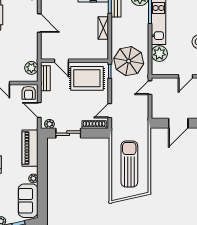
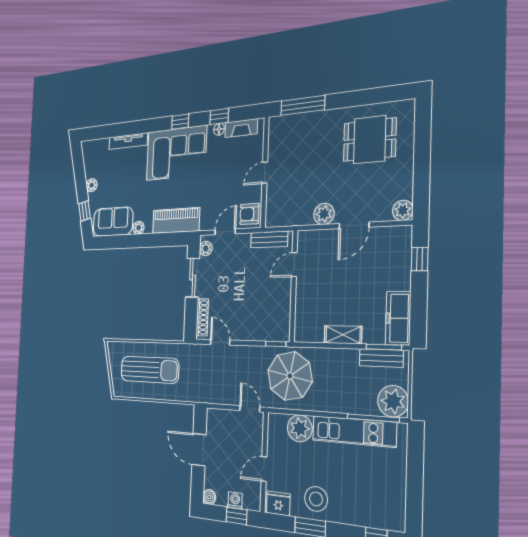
plant: (31, 68) -> (324, 214), moved
door: (186, 76) -> (264, 469), hinge flipped
rug: (87, 78) -> (267, 307), removed

